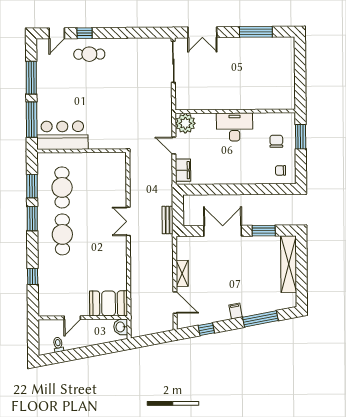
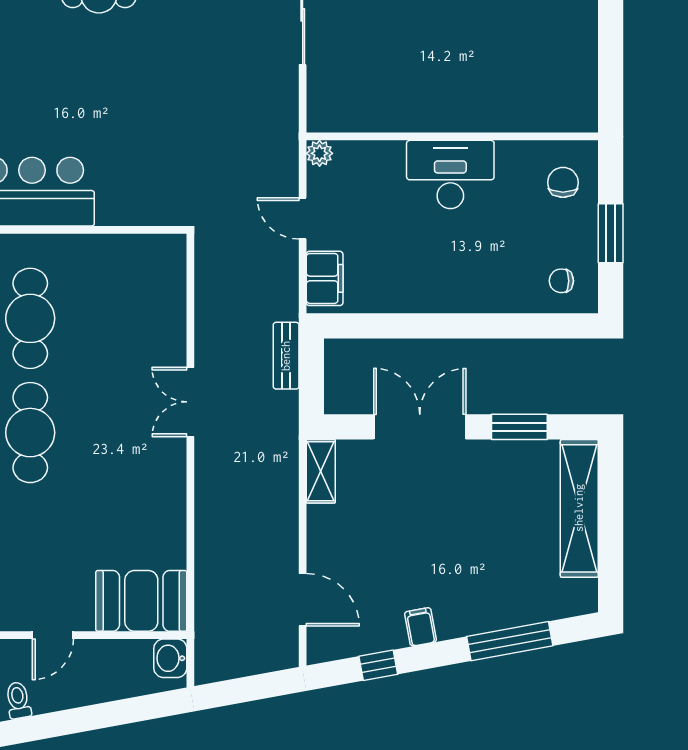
plant: (185, 123) -> (320, 153), width x0.53, depth x0.53
window: (301, 137) -> (611, 233), moved
chair: (276, 141) -> (563, 182), moved
bench: (168, 220) -> (286, 356), moved
shelving: (182, 273) -> (321, 471), moved
filing cabinet: (236, 311) -> (421, 627), moved

